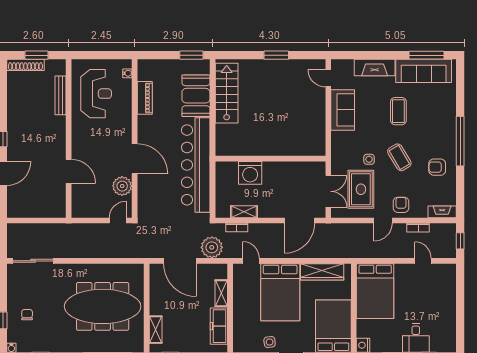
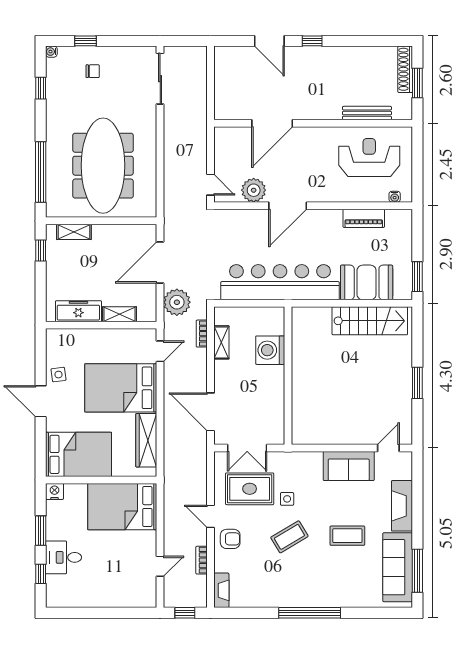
reception desk: (96, 94) -> (369, 157), turned 180
armchair: (437, 167) -> (277, 584), removed
door: (69, 171) -> (272, 123), width x1.36

